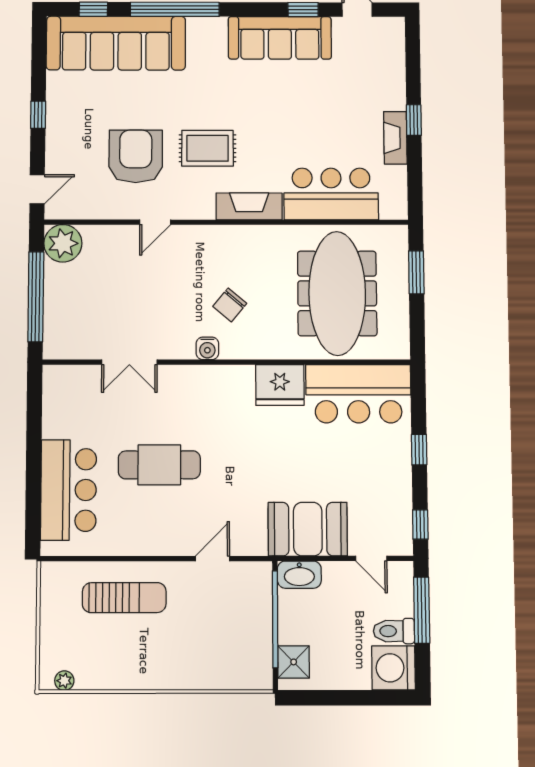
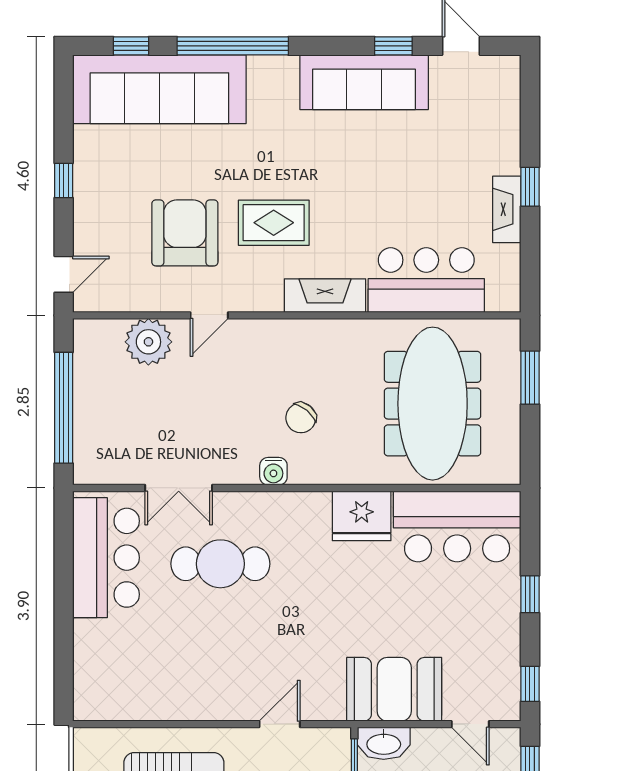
plant: (63, 243) -> (148, 342), moved
cafe table: (159, 465) -> (220, 564), moved
bar counter: (69, 490) -> (106, 558), moved

